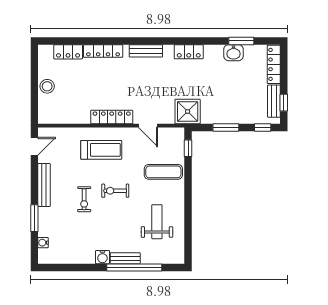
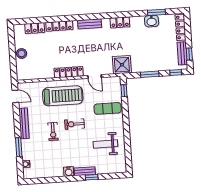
door: (34, 146) -> (15, 96), hinge flipped
treadmill: (101, 150) -> (63, 96), width x1.37, depth x1.38
weight bench: (157, 222) -> (105, 144), turned -90
window: (134, 267) -> (92, 177), width x0.32

